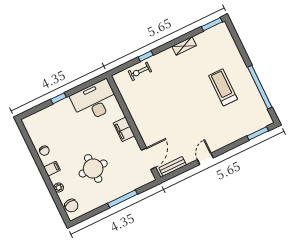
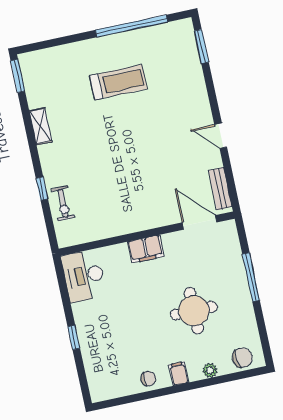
treadmill: (223, 87) -> (118, 82), turned 180
desk: (95, 101) -> (84, 276), width x0.73, depth x0.77

